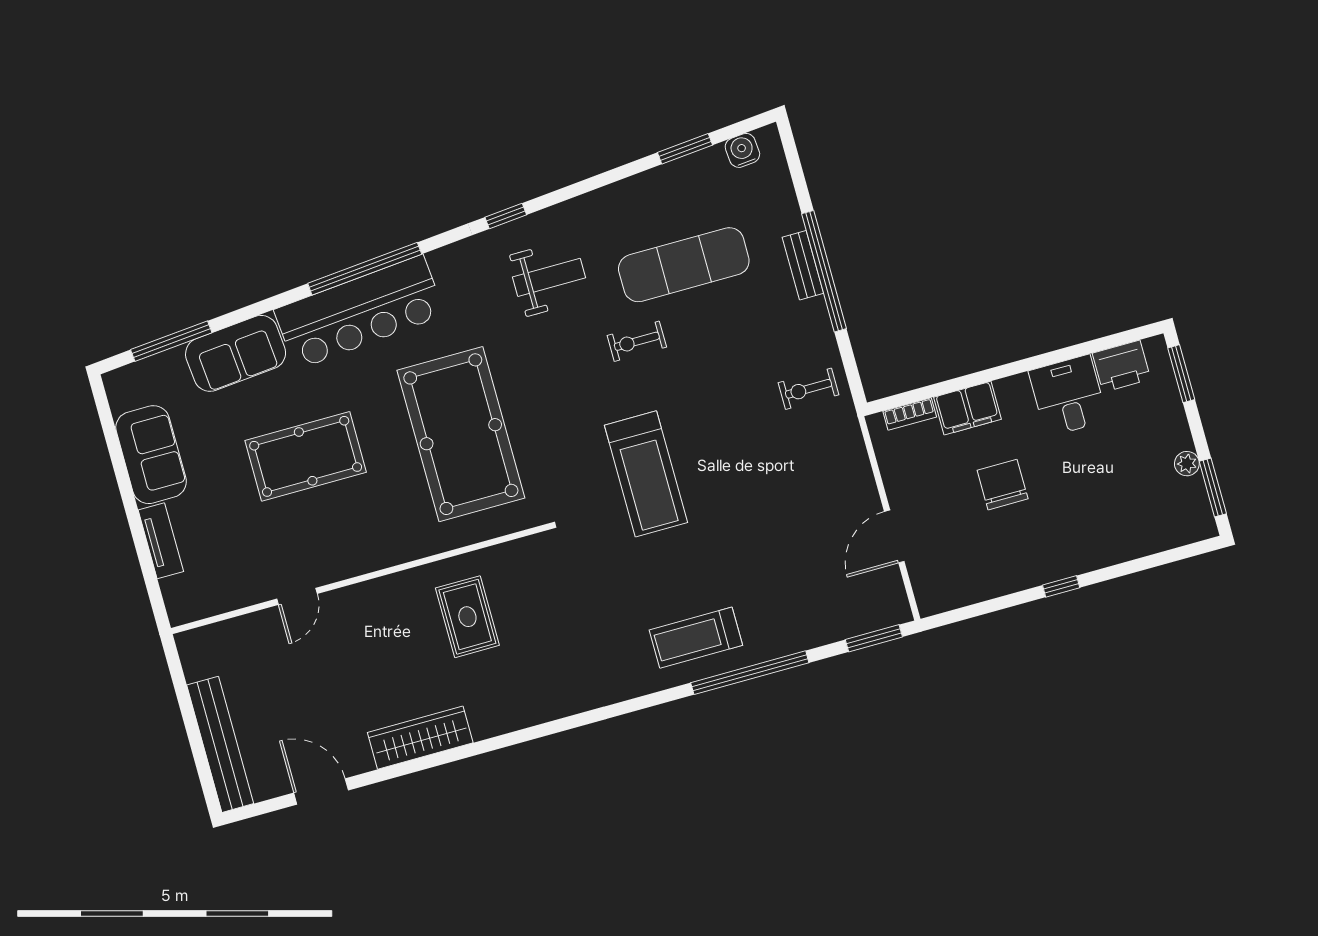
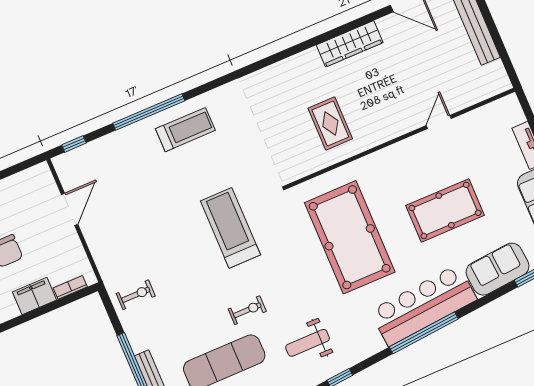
window: (874, 638) -> (74, 144), width x0.67

